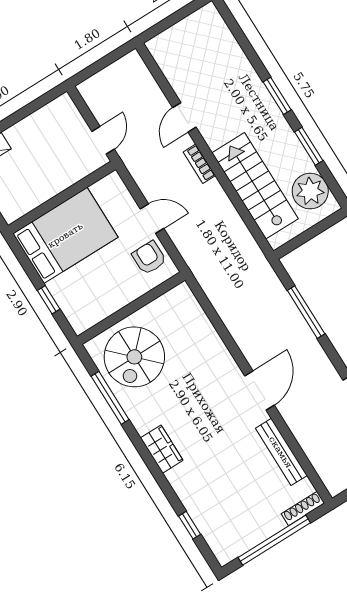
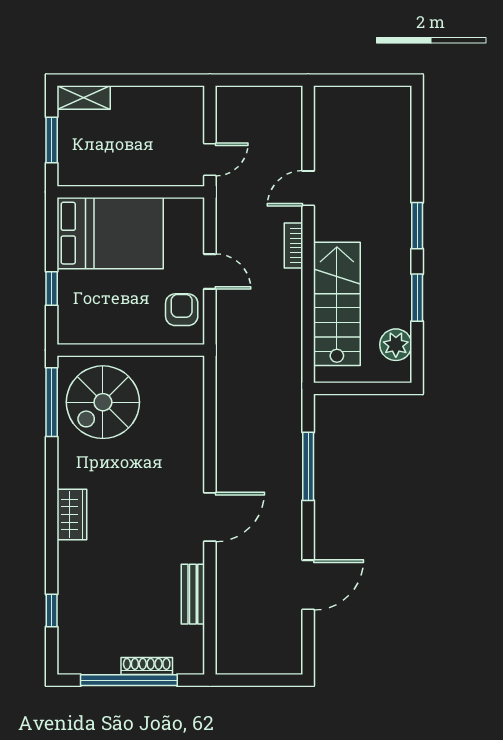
plant: (310, 191) -> (396, 345), width x0.73, depth x0.73
window: (110, 398) -> (52, 402), moved
bench: (281, 452) -> (193, 594), width x0.73
shoe rack: (303, 508) -> (147, 666), moved

